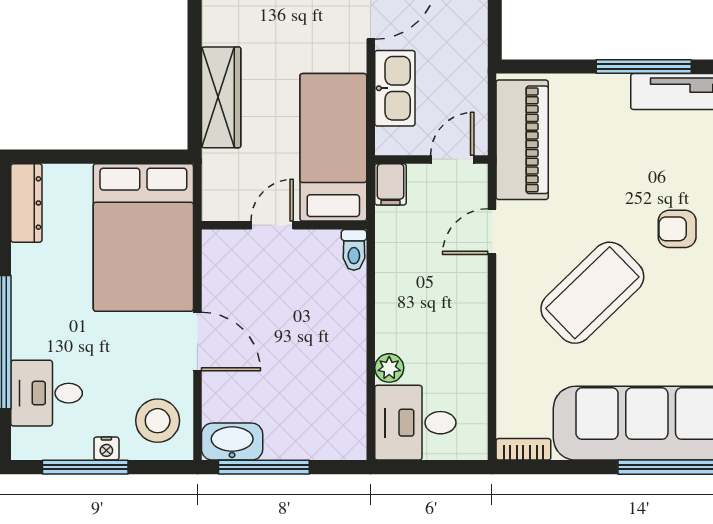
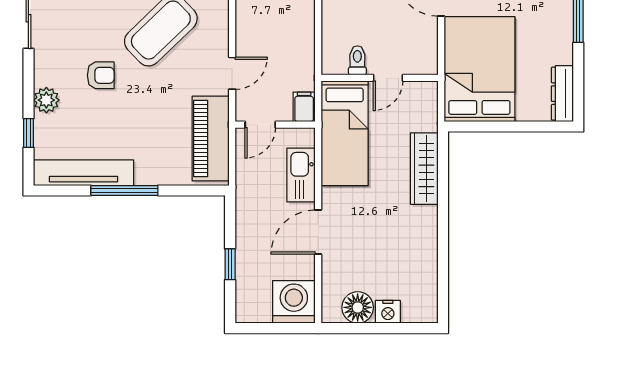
toilet: (354, 250) -> (357, 60), moved

